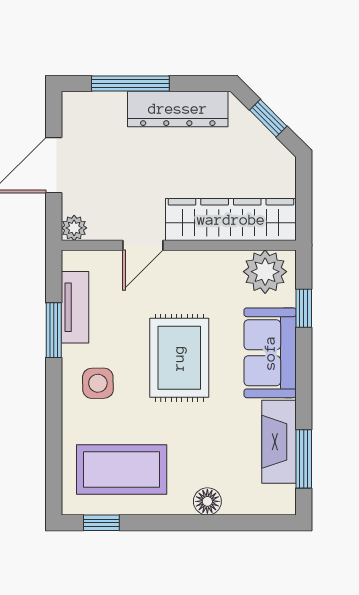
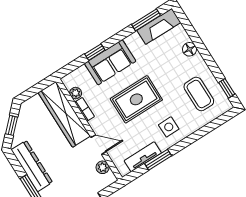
plant: (74, 228) -> (103, 167), moved
bookcase: (218, 259) -> (84, 109), added
plant: (265, 272) -> (76, 93), width x0.53, depth x0.53
window: (304, 308) -> (95, 52), moved
fireplace: (279, 442) -> (159, 26), moved
coffee table: (122, 470) -> (199, 94), width x0.73, depth x0.76

